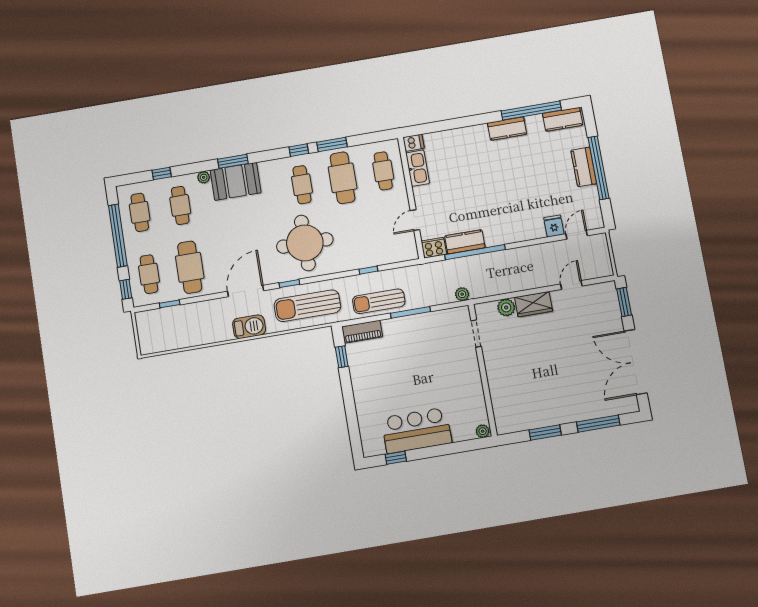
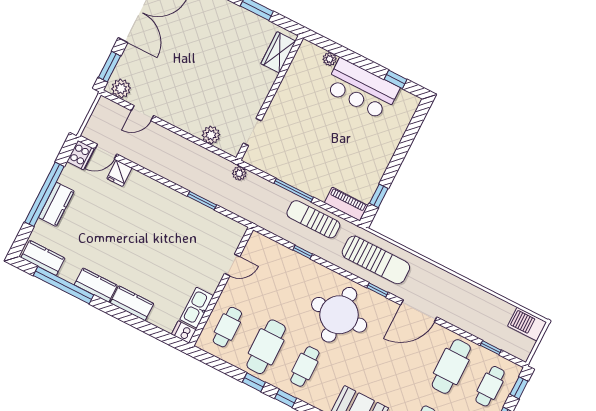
window: (332, 144) -> (254, 382), width x0.67
kitchen counter: (465, 242) -> (132, 303), moved, turned 180
cooker: (434, 248) -> (81, 155), moved, turned -90
window: (475, 252) -> (202, 201), width x0.47
plant: (602, 292) -> (121, 88), added
sun lounger: (379, 301) -> (313, 219), turned 180
wardrobe: (534, 304) -> (278, 52), moved, turned -90
barbecue: (249, 327) -> (527, 324), moved
plant: (483, 431) -> (330, 59), moved

